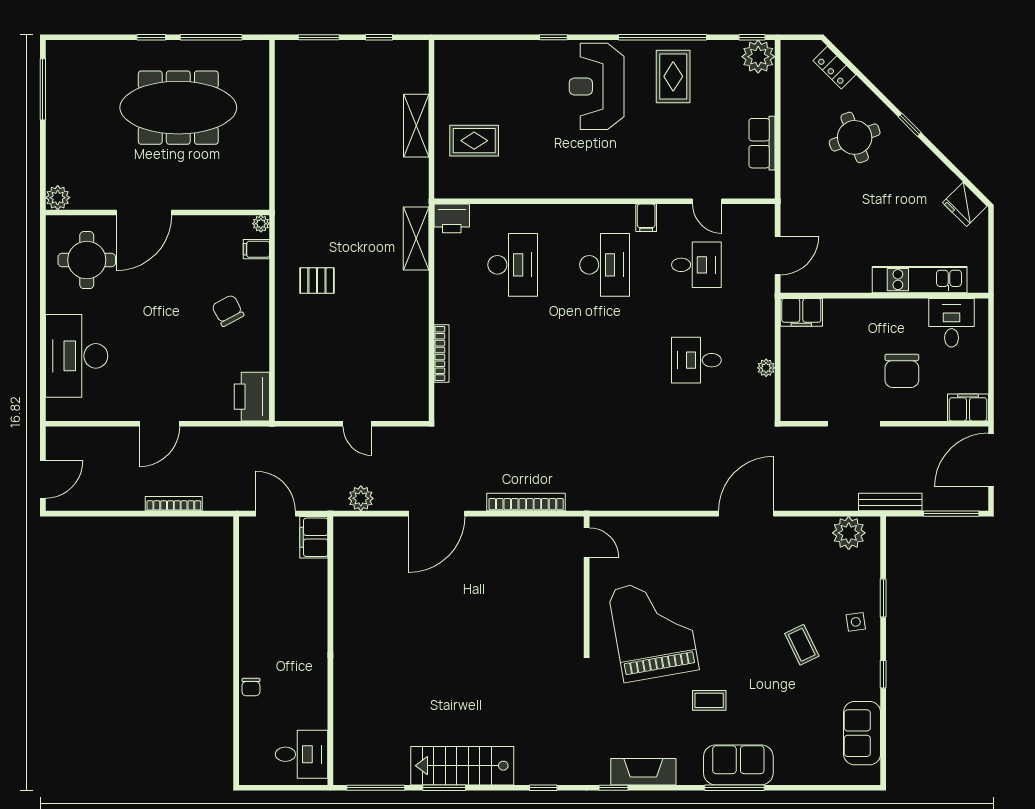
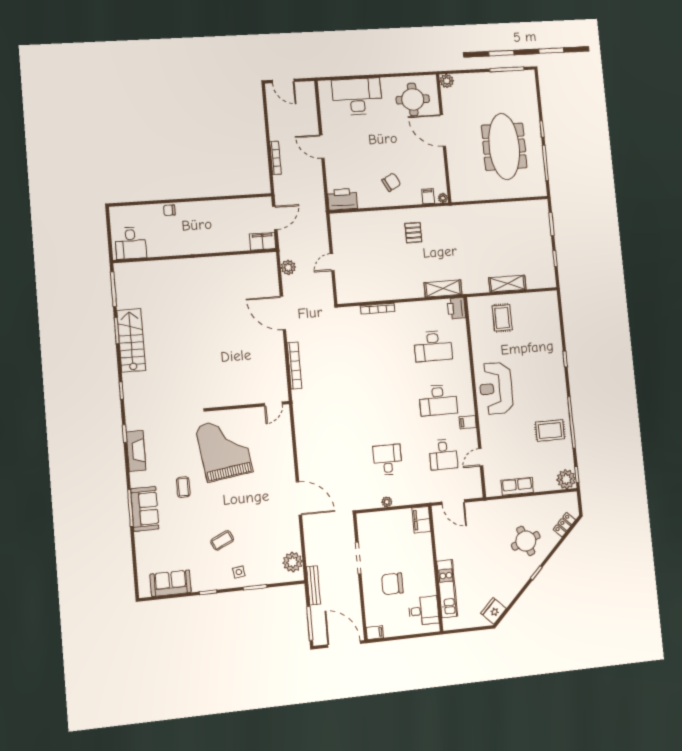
reception desk: (597, 86) -> (496, 388), moved, turned -90
filing cabinet: (968, 407) -> (375, 633), width x0.50
grand piano: (653, 629) -> (224, 449), turned -88

